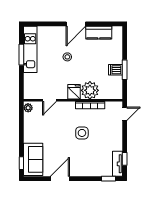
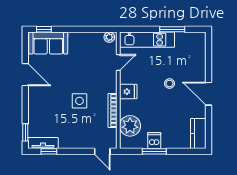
kitchen counter: (99, 33) -> (198, 133), moved
kitchen unit: (30, 49) -> (147, 40), moved
plant: (90, 90) -> (130, 126), moved
door: (50, 100) -> (118, 62), swing flipped

